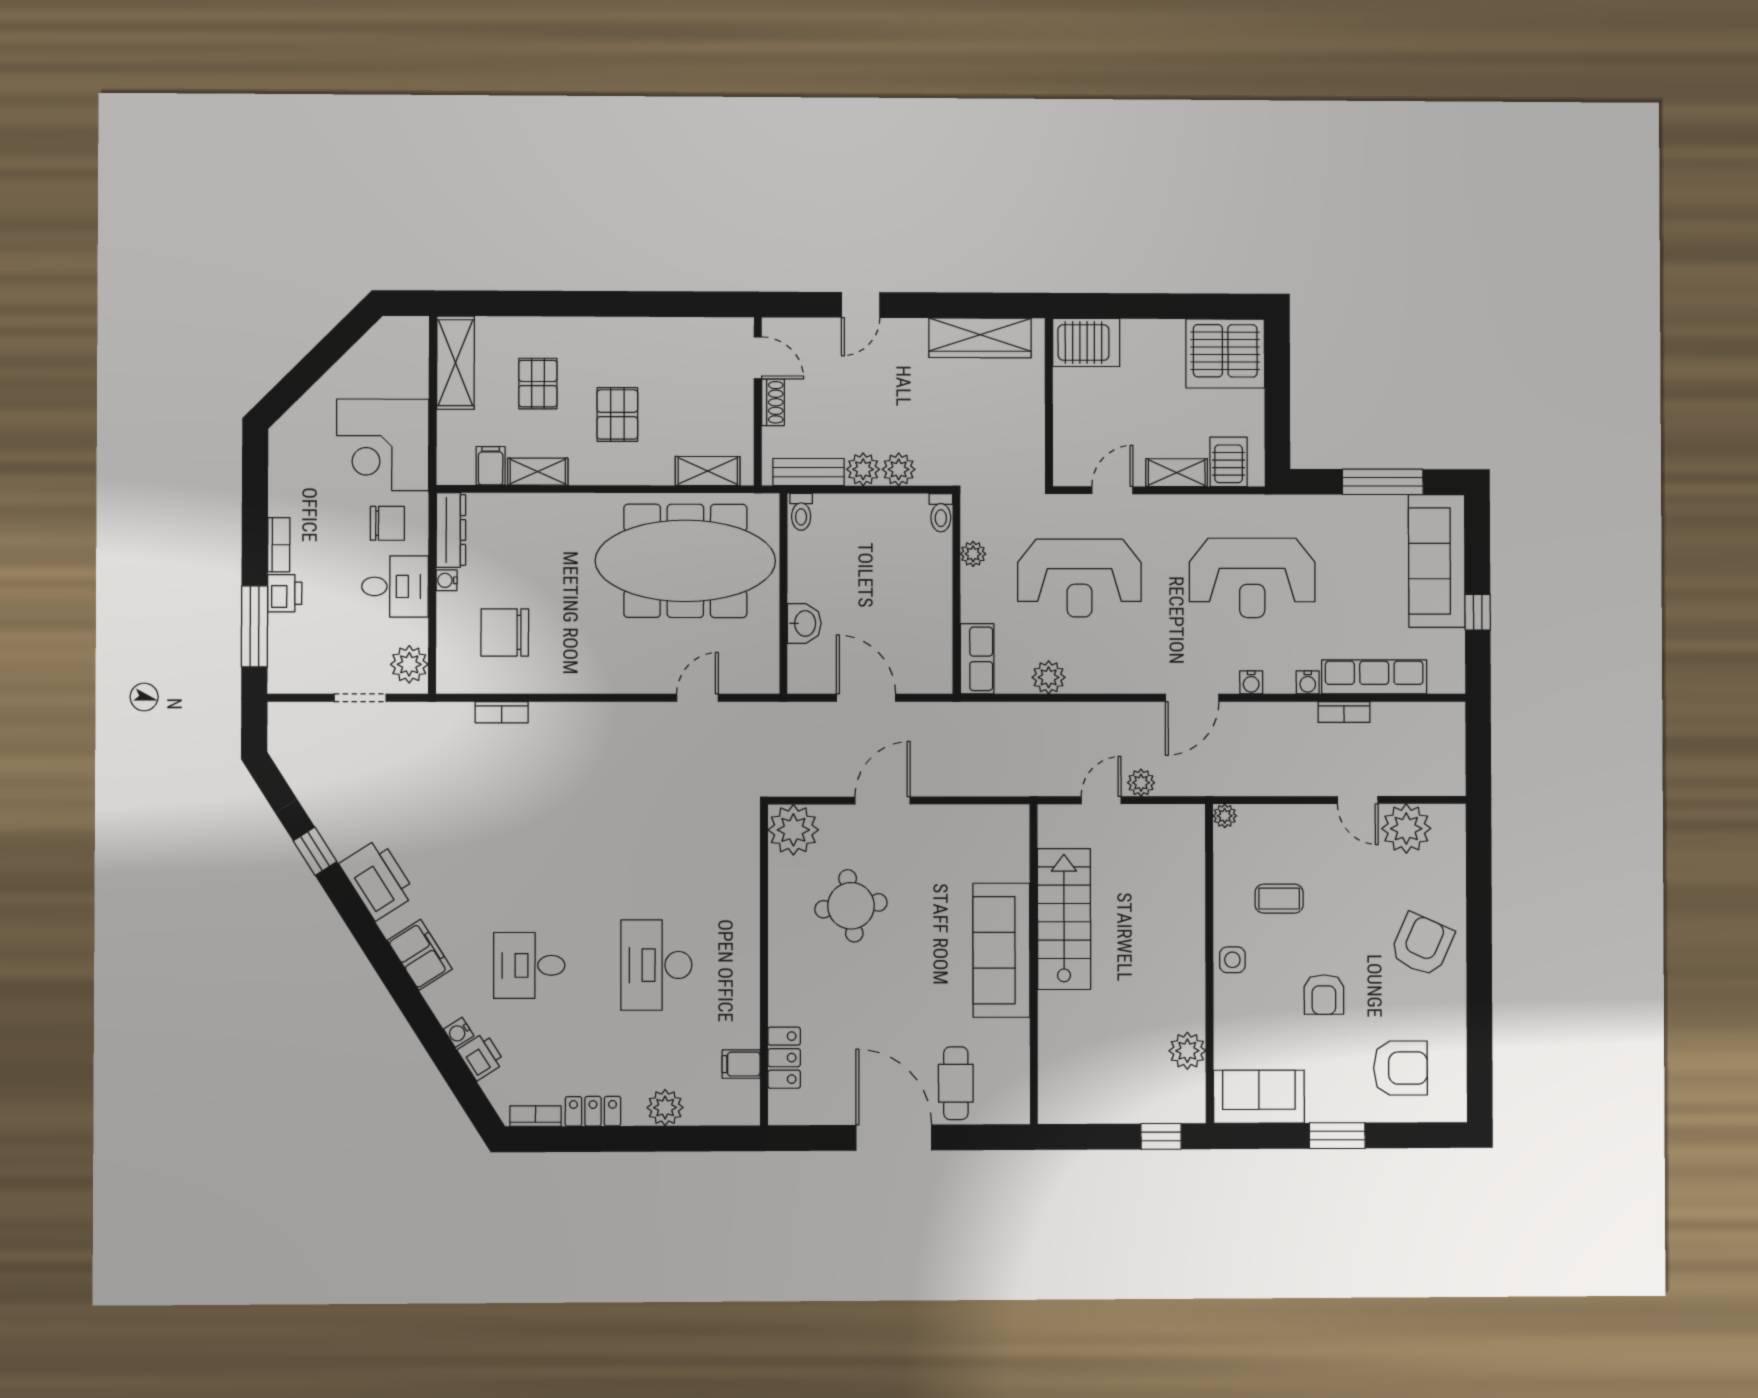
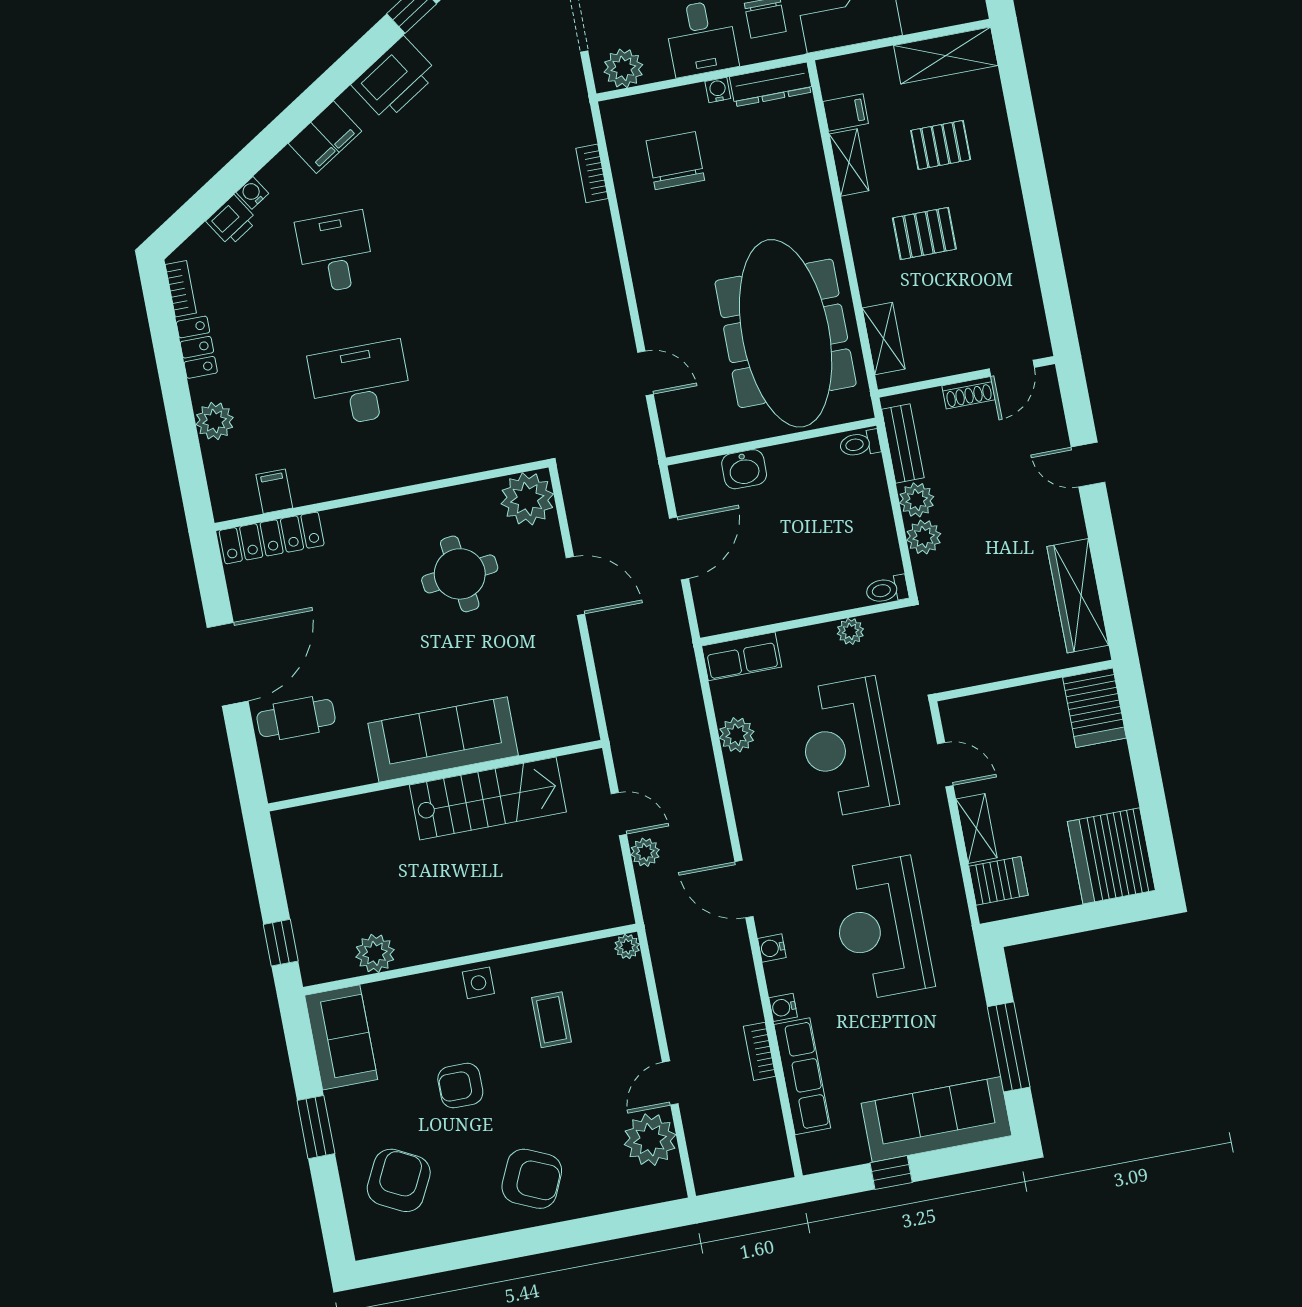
locker: (784, 1058) -> (272, 538), width x1.53
armchair: (1400, 1068) -> (399, 1180), turned -153

